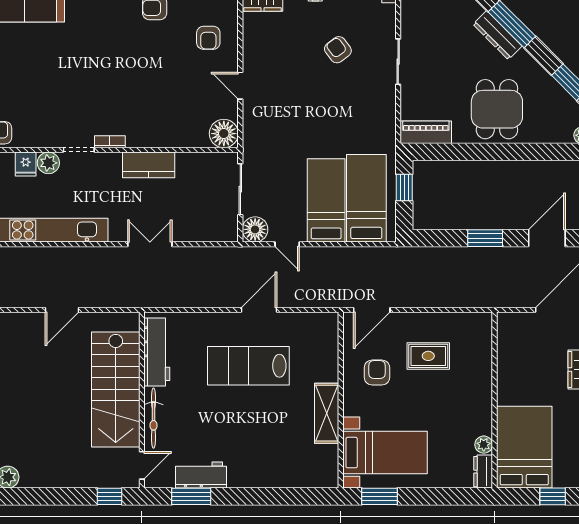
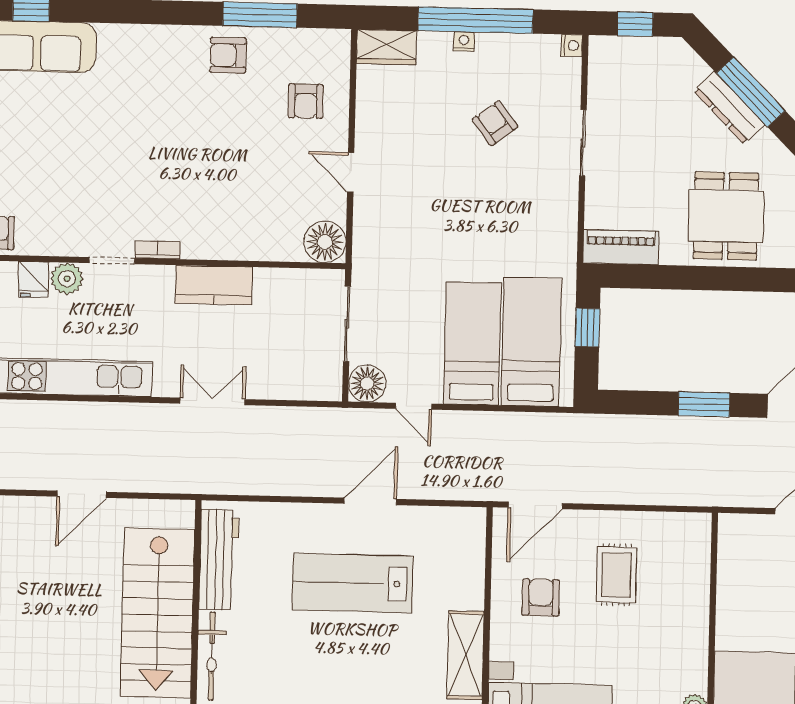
rug: (428, 356) -> (616, 575), turned 90

